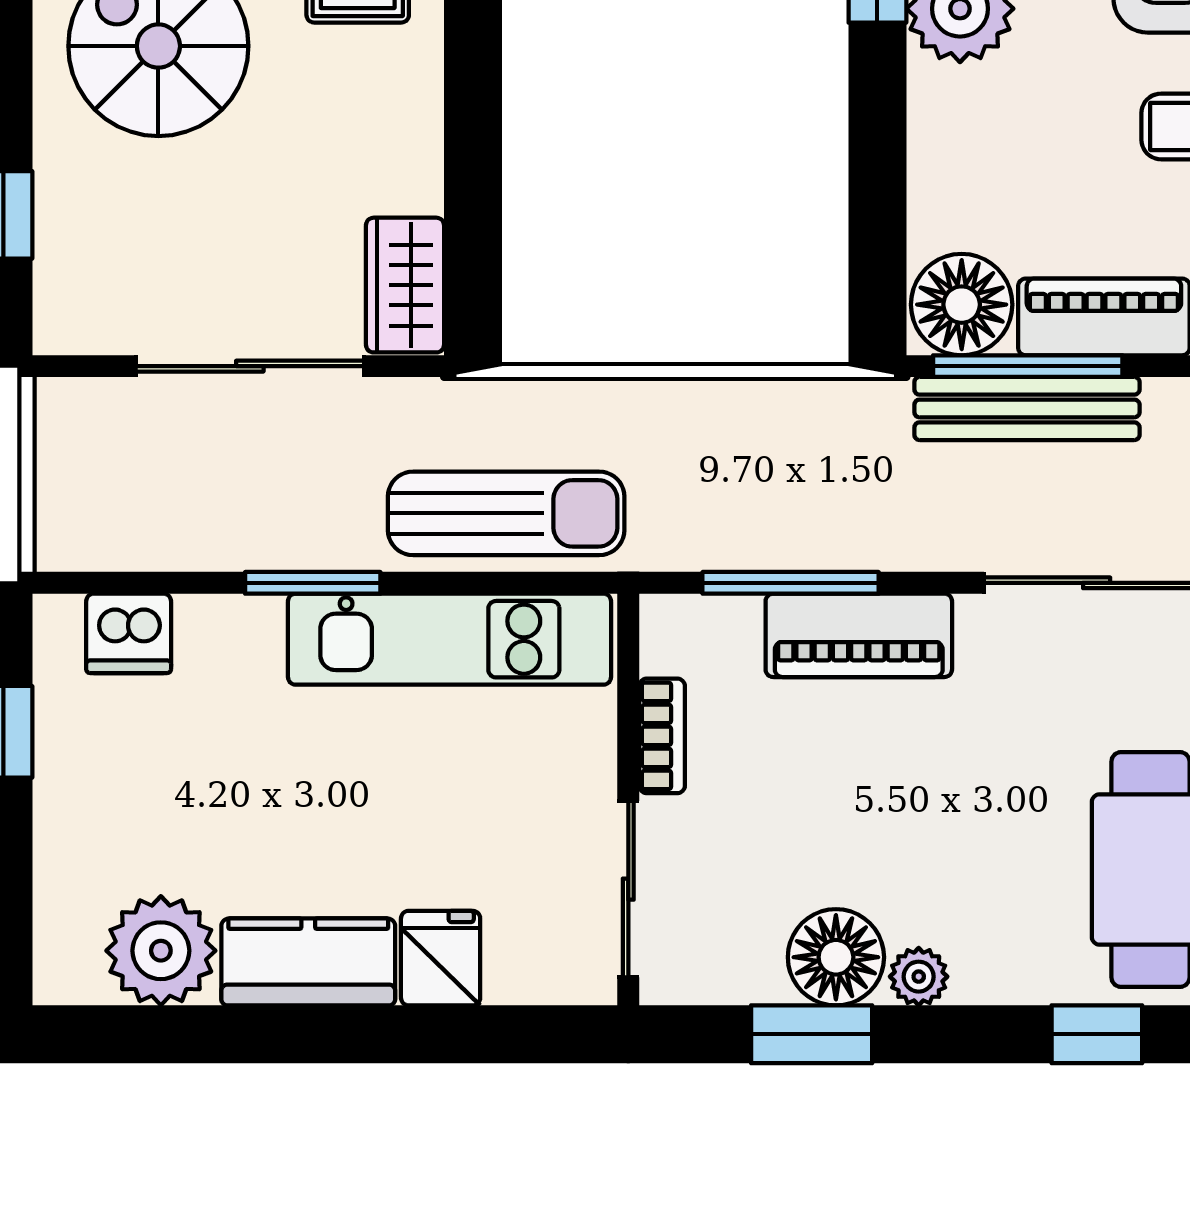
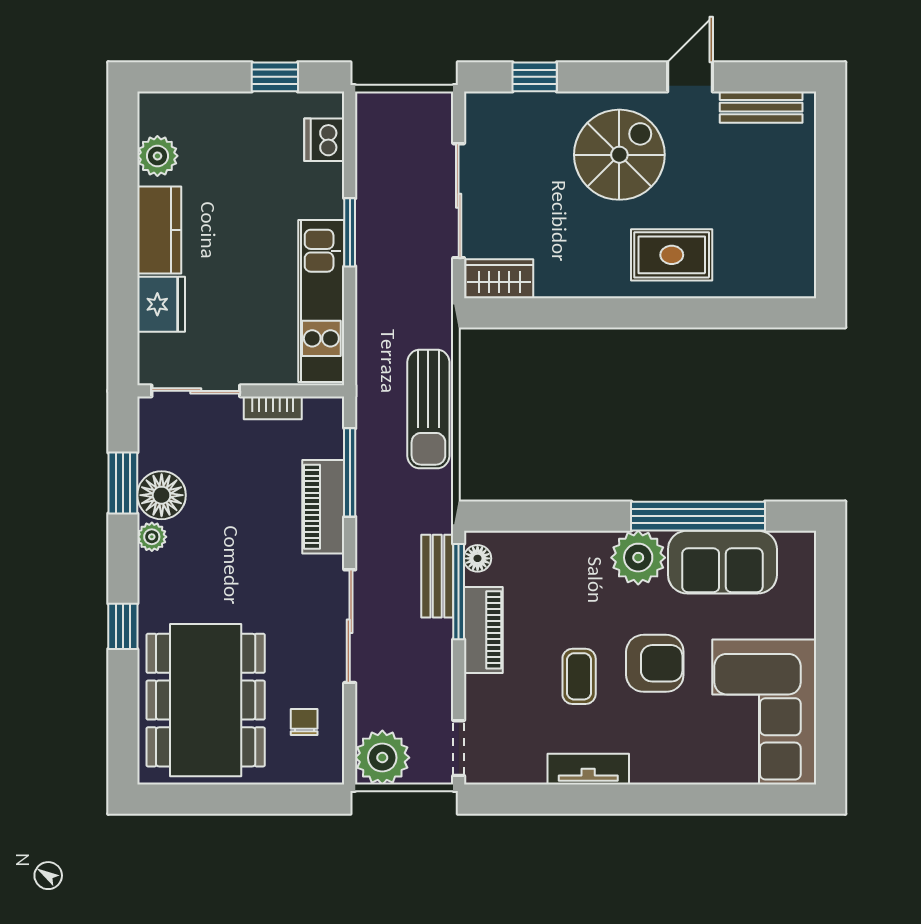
floor lamp: (962, 305) -> (478, 558), width x0.53, depth x0.53
bench: (1027, 408) -> (437, 576), width x0.73
sun lounger: (506, 513) -> (428, 409), moved
plant: (161, 951) -> (157, 156), width x0.73, depth x0.73
fridge: (441, 958) -> (161, 304), width x1.38

